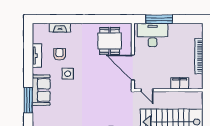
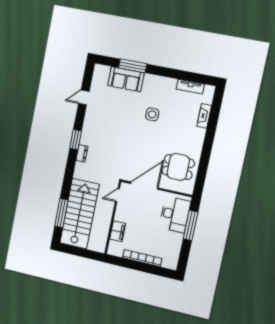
armchair: (60, 54) -> (175, 110), removed
tv unit: (37, 56) -> (190, 87), moved
sofa: (41, 90) -> (126, 79), moved

